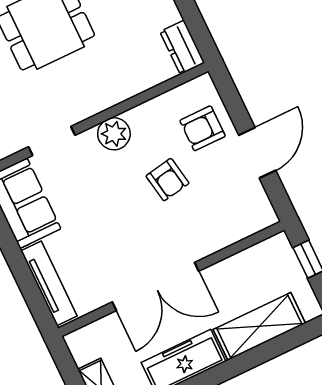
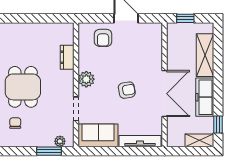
dresser: (182, 47) -> (67, 57), moved, turned 90
armchair: (167, 180) -> (127, 90), moved

